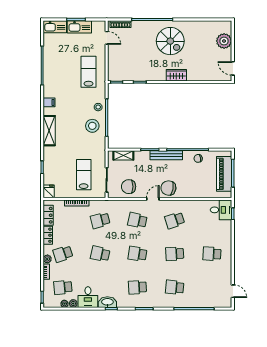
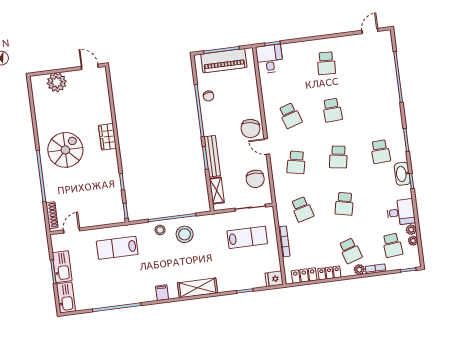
door: (233, 68) -> (90, 67), swing flipped
bench: (166, 155) -> (212, 156), moved
lab bench: (84, 175) -> (247, 237), turned 180
school desk: (175, 287) -> (374, 105), removed
washbasin: (107, 302) -> (402, 174), moved

